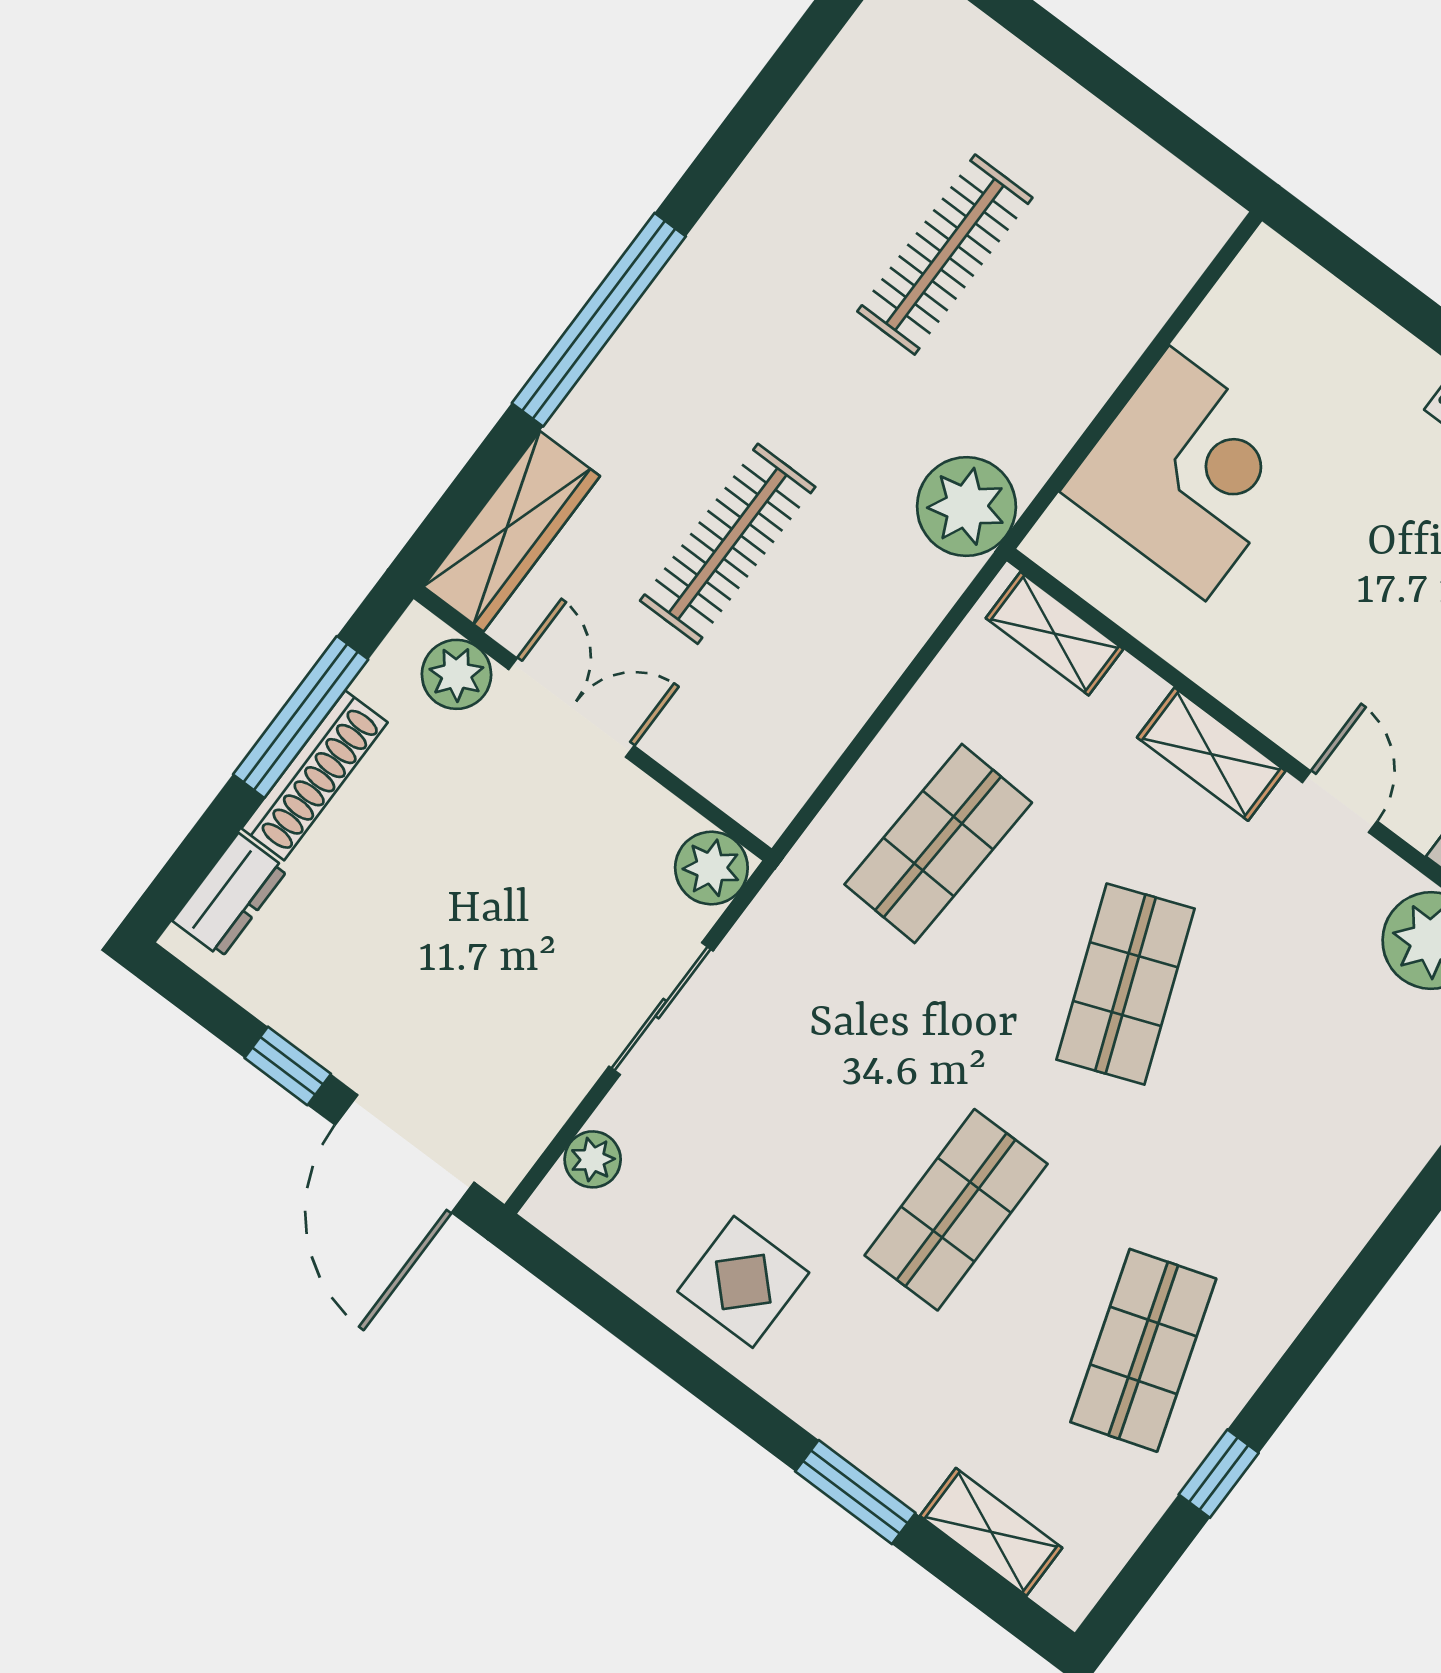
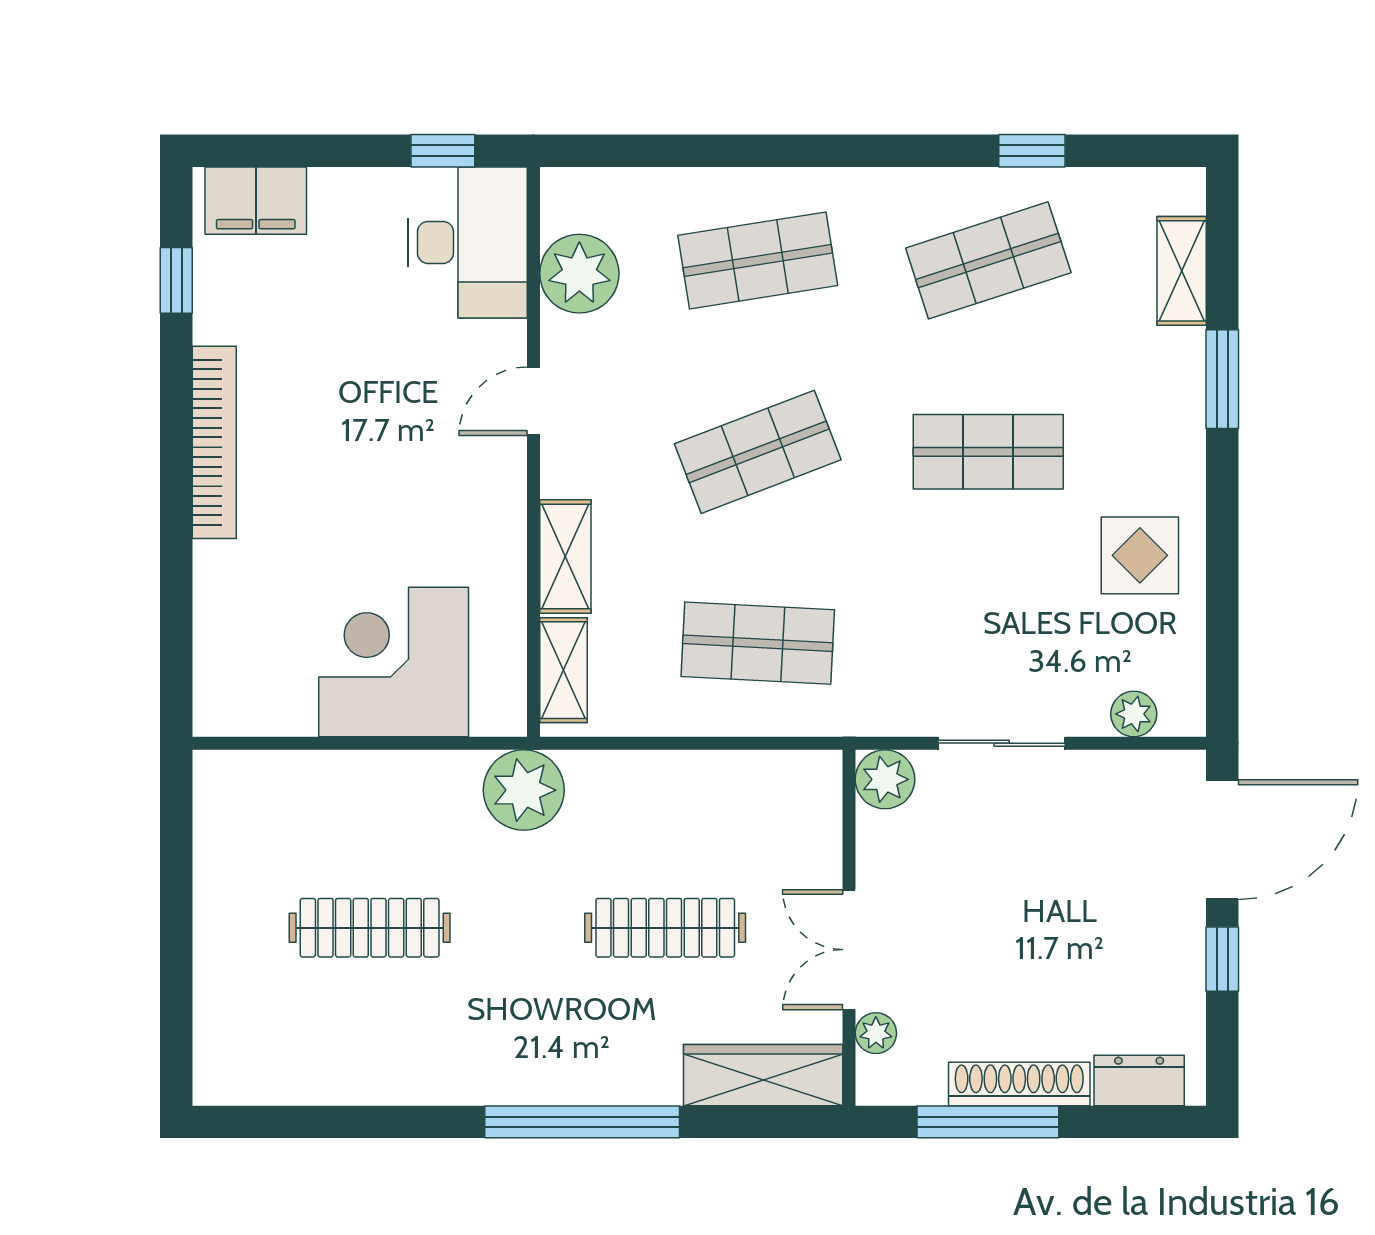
plant: (456, 674) -> (876, 1033), width x0.73, depth x0.73
shelving: (1211, 754) -> (565, 557), moved
shop shelf: (1313, 1125) -> (758, 260), added

